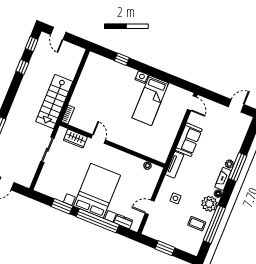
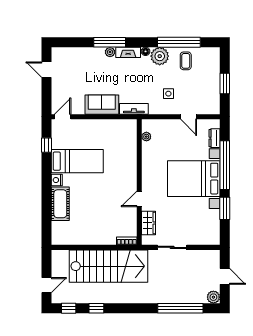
window: (122, 59) -> (46, 145), moved
cot: (121, 72) -> (60, 204), added
stairs: (54, 101) -> (108, 266), width x1.36, depth x1.51

